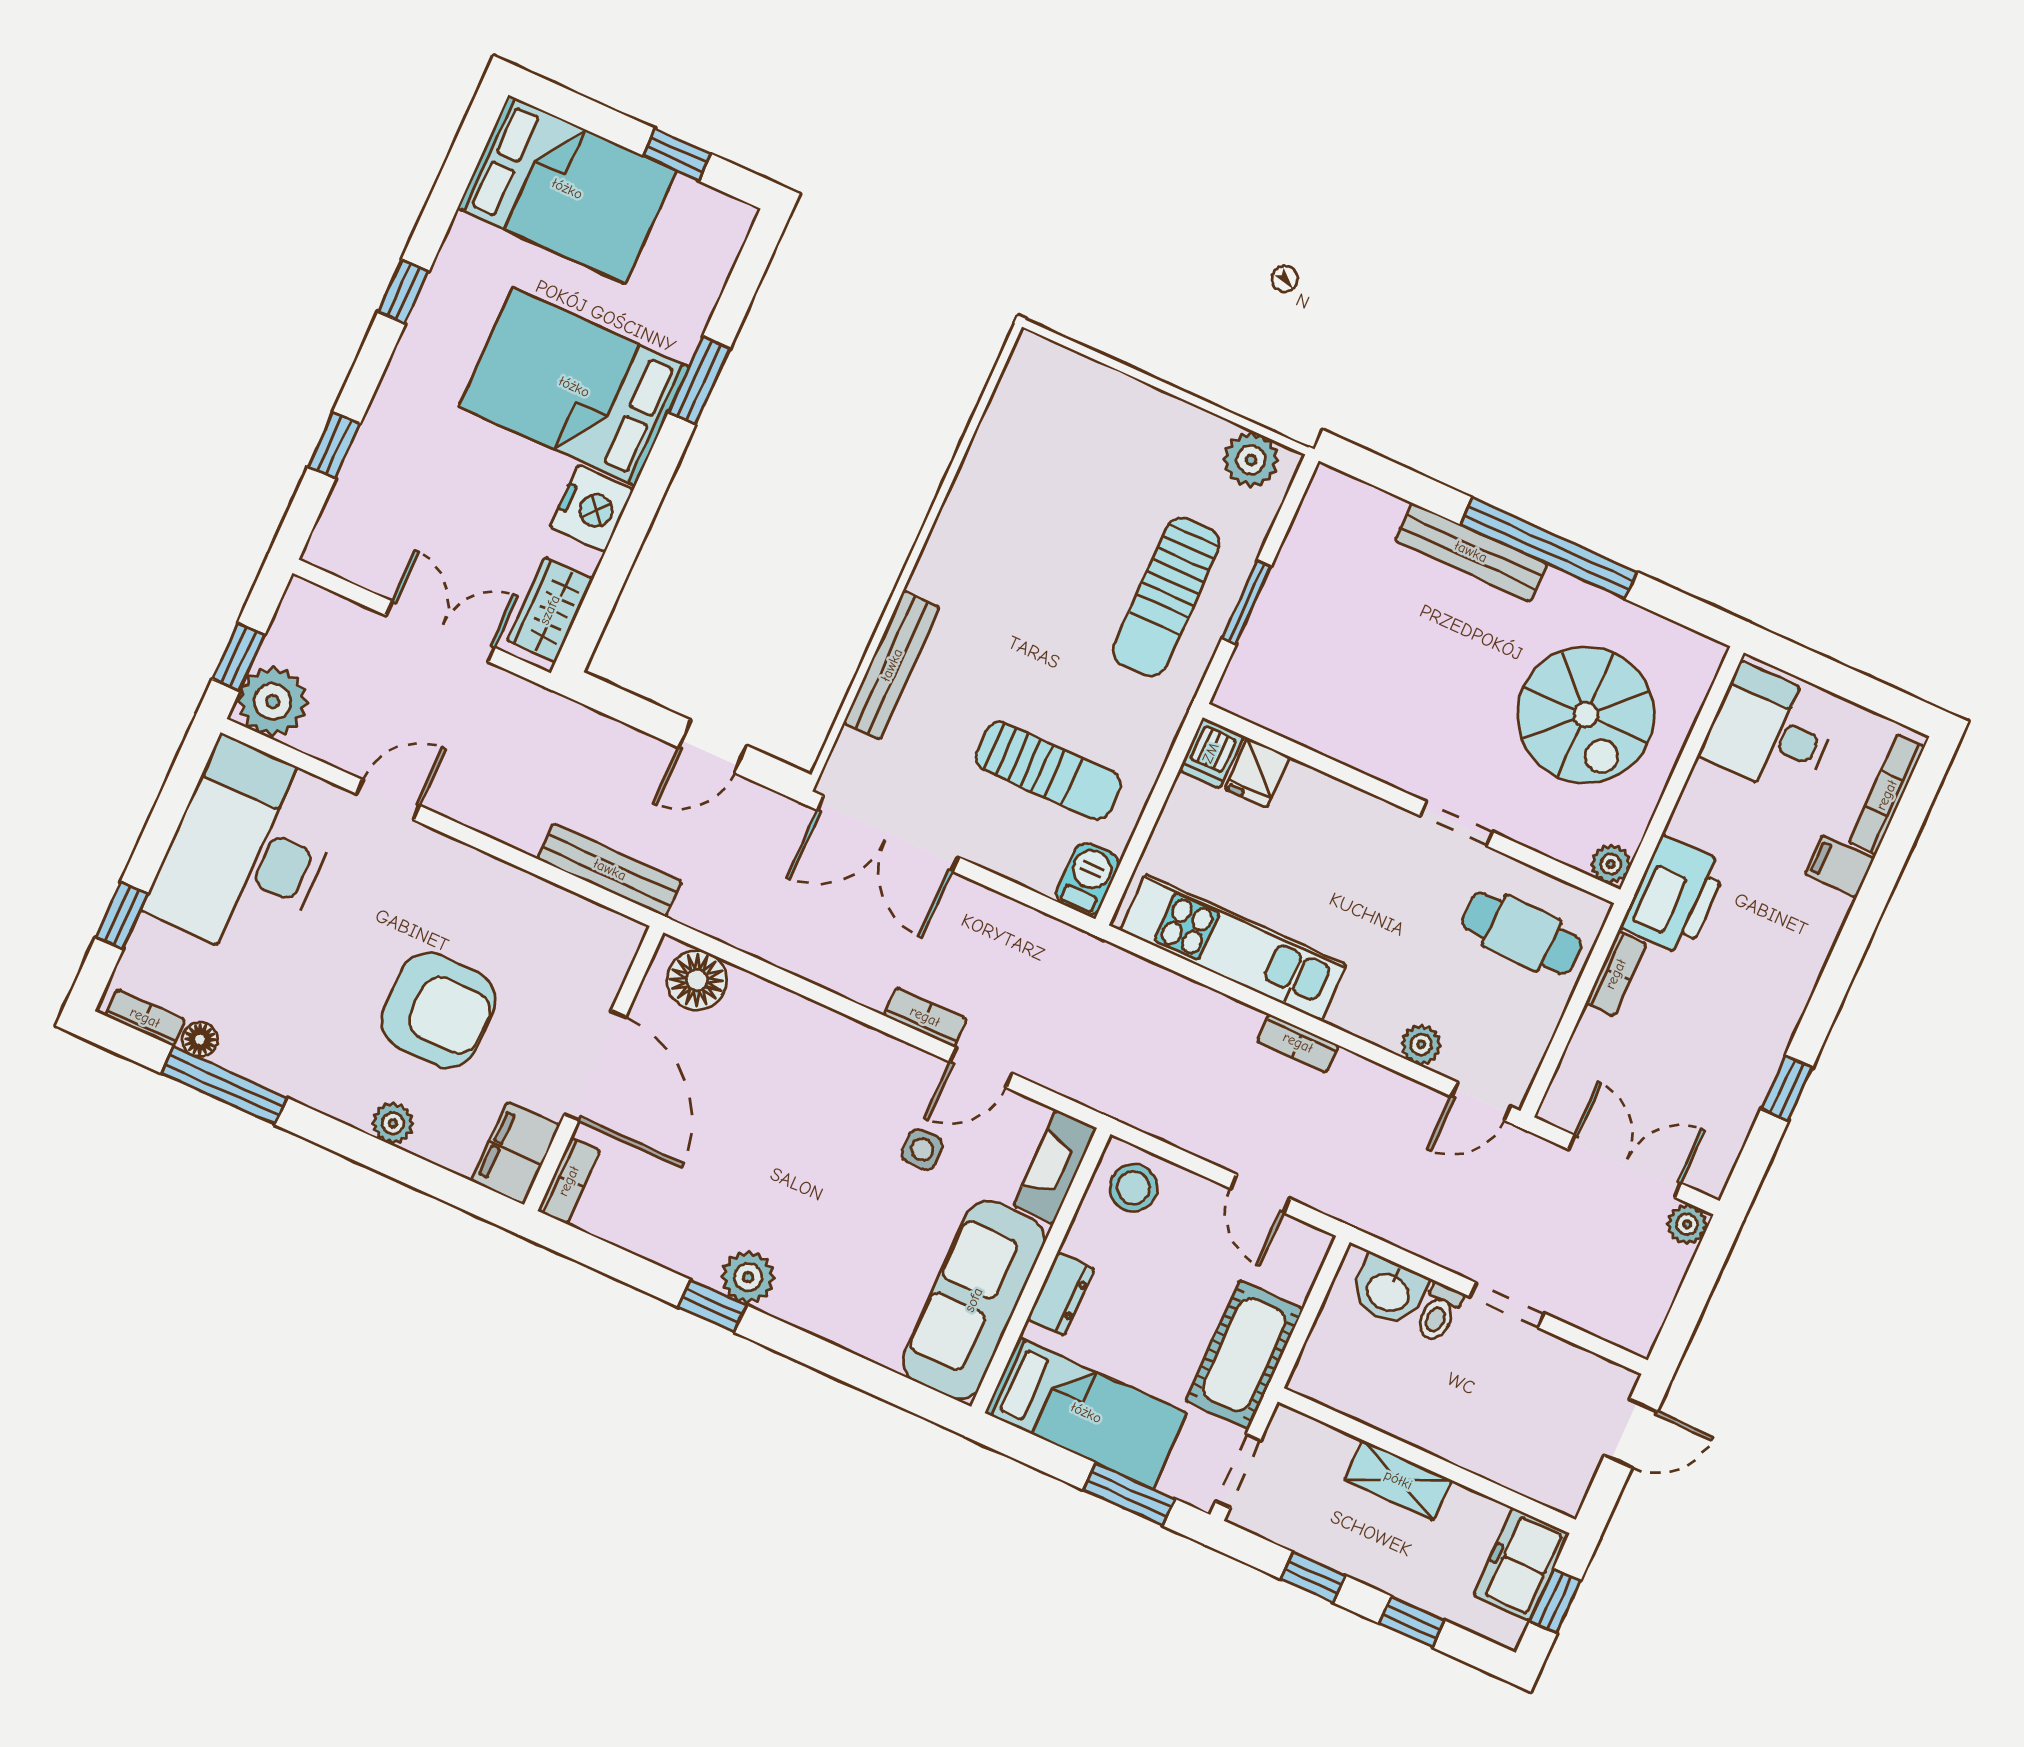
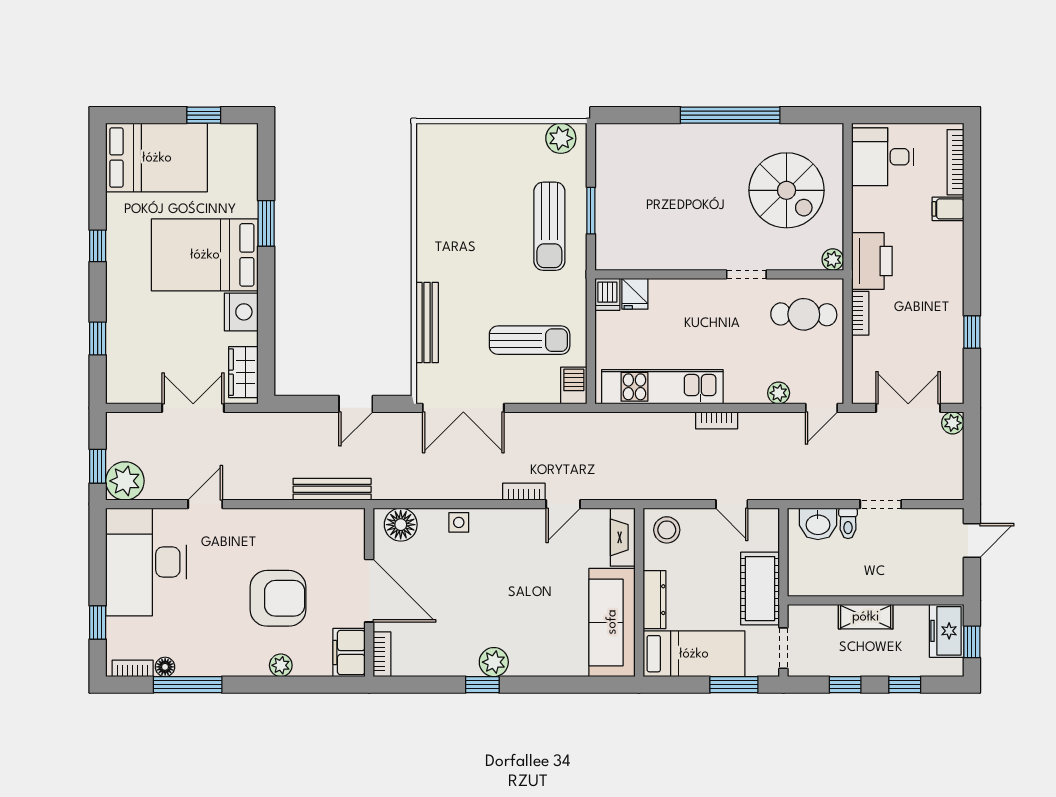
bench: (1471, 552) -> (692, 135), removed
side table: (922, 1149) -> (459, 522), moved
dresser: (1061, 1294) -> (654, 600), width x1.44

